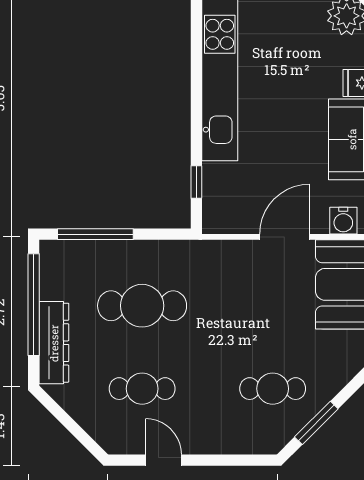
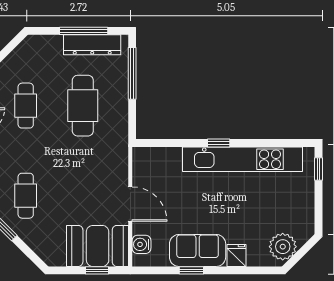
window: (196, 182) -> (219, 143), moved
window: (34, 305) -> (84, 31), width x0.68
dresser: (54, 343) -> (92, 45), moved

